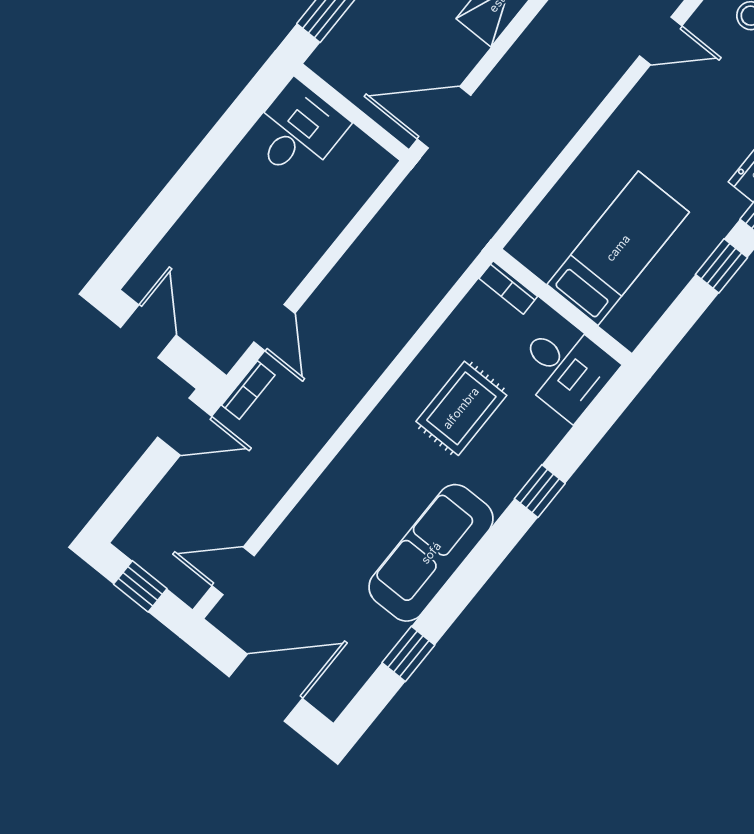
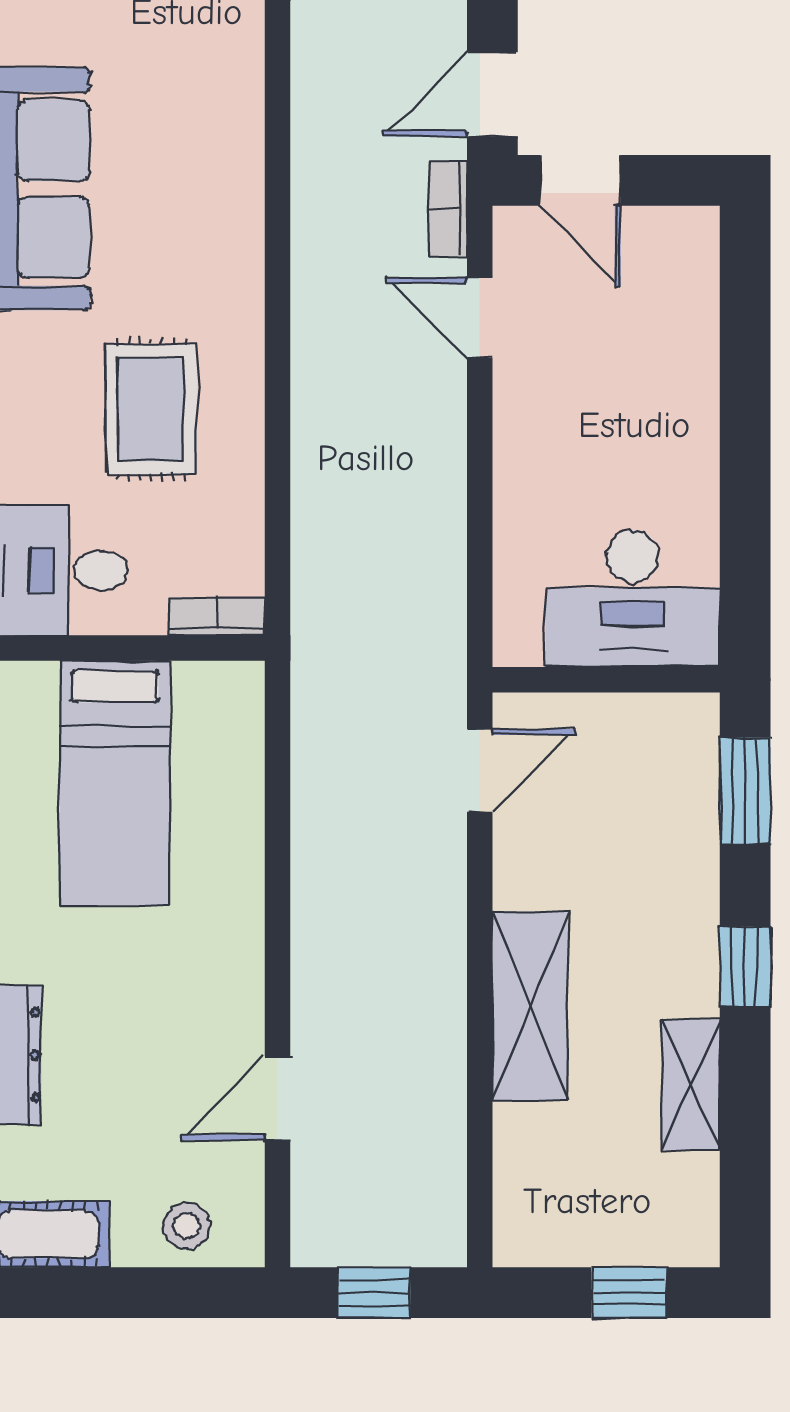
door: (444, 117) -> (480, 770), width x0.73
desk: (298, 131) -> (633, 599), width x1.37
door: (148, 331) -> (580, 180), moved

